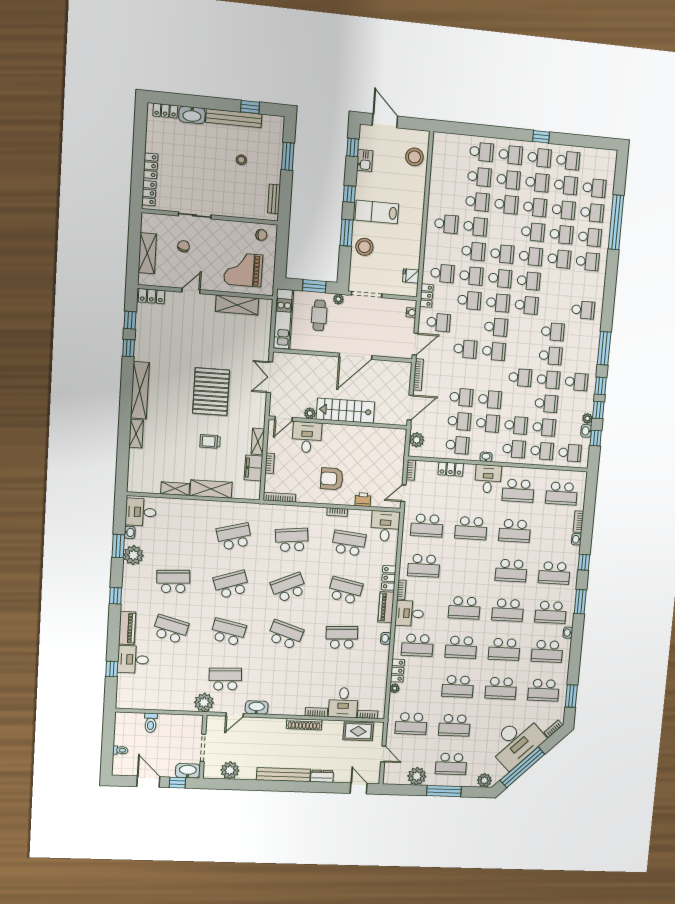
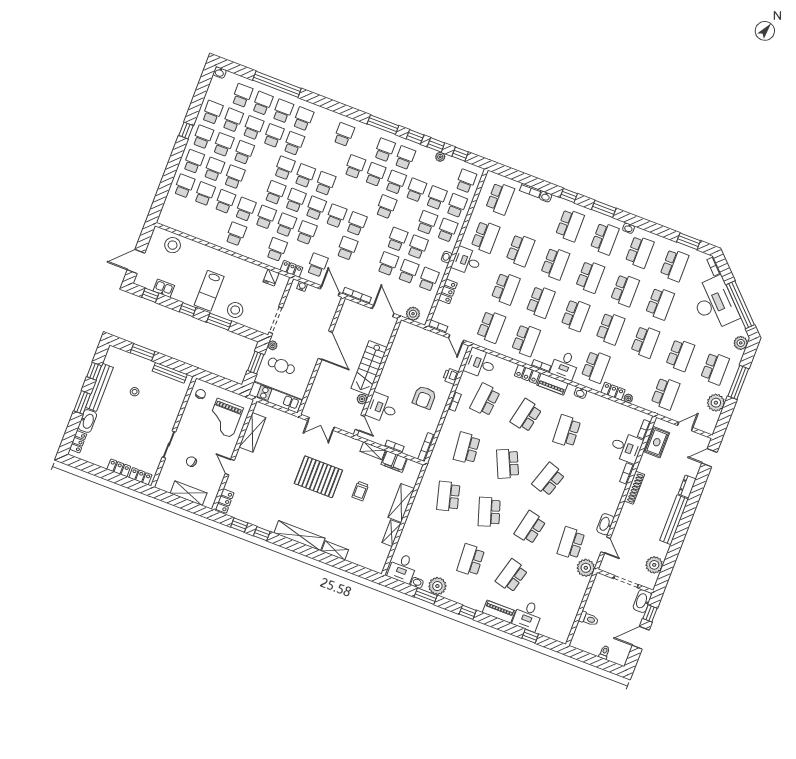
window: (211, 103) -> (82, 402), added
bench: (274, 199) -> (170, 373), width x1.36
school desk: (533, 232) -> (385, 150), moved
washbasin: (586, 431) -> (220, 72), moved
school desk: (468, 568) -> (541, 302), added

